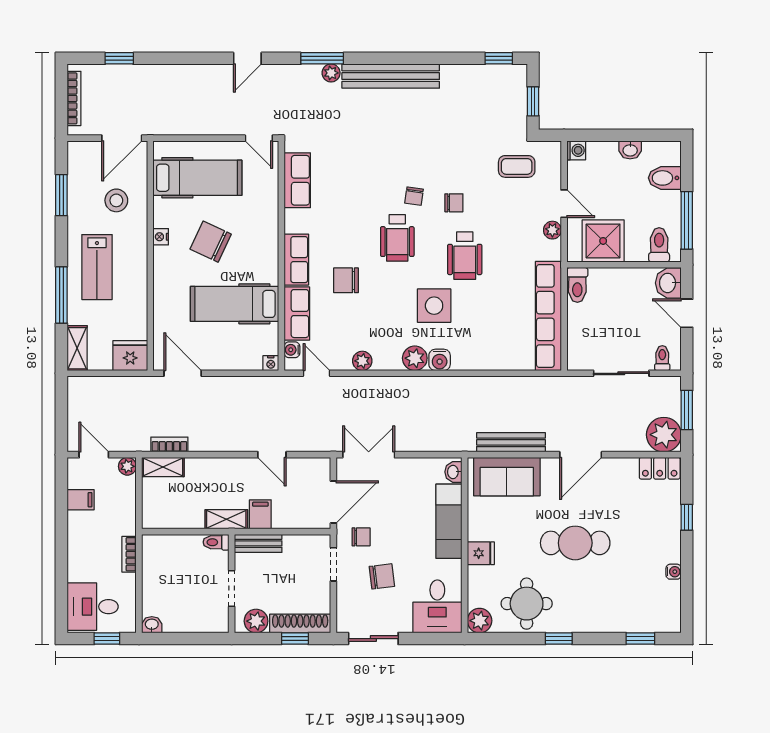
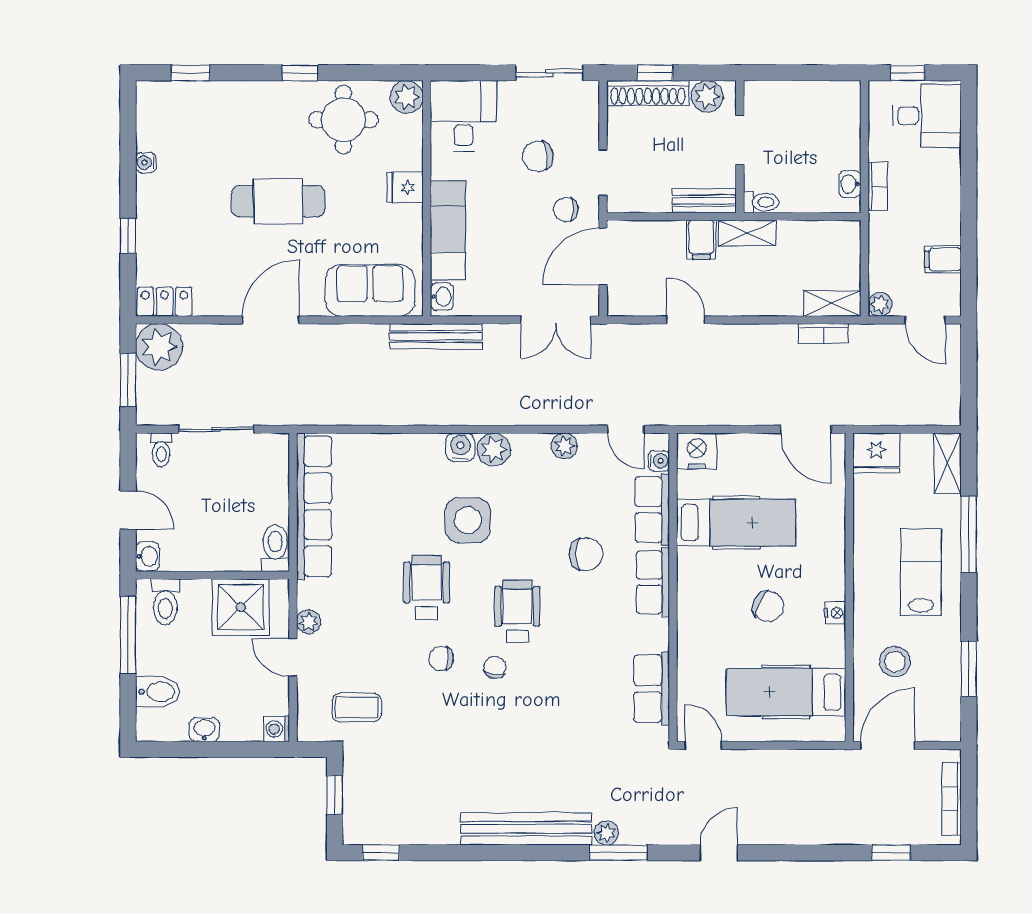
chair: (211, 242) -> (768, 606), width x0.73, depth x0.73
washbasin: (668, 283) -> (148, 556), width x0.72, depth x0.69
nightstand: (271, 363) -> (697, 451), width x1.89, depth x1.79
bench: (511, 442) -> (436, 337), moved
washbasin: (152, 625) -> (850, 184), moved, turned 90

